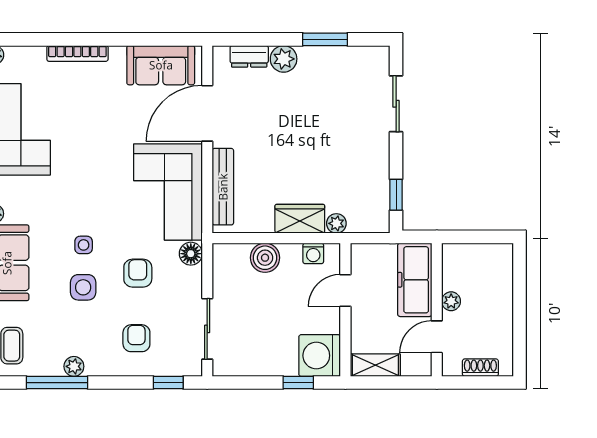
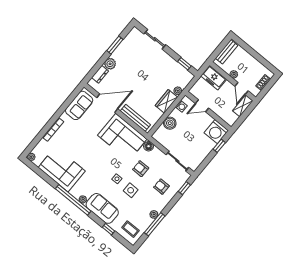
door: (207, 113) -> (107, 103), swing flipped
bench: (481, 254) -> (227, 52), added
freezer: (415, 280) -> (214, 78), width x0.71
door: (345, 290) -> (202, 106), hinge flipped
shelving: (375, 365) -> (243, 106), moved

